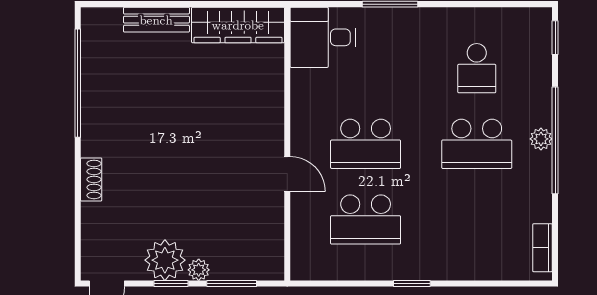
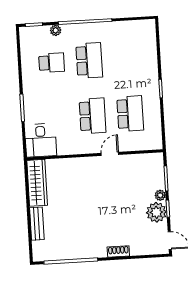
plant: (541, 139) -> (56, 30), moved
bookcase: (542, 248) -> (139, 25), removed

